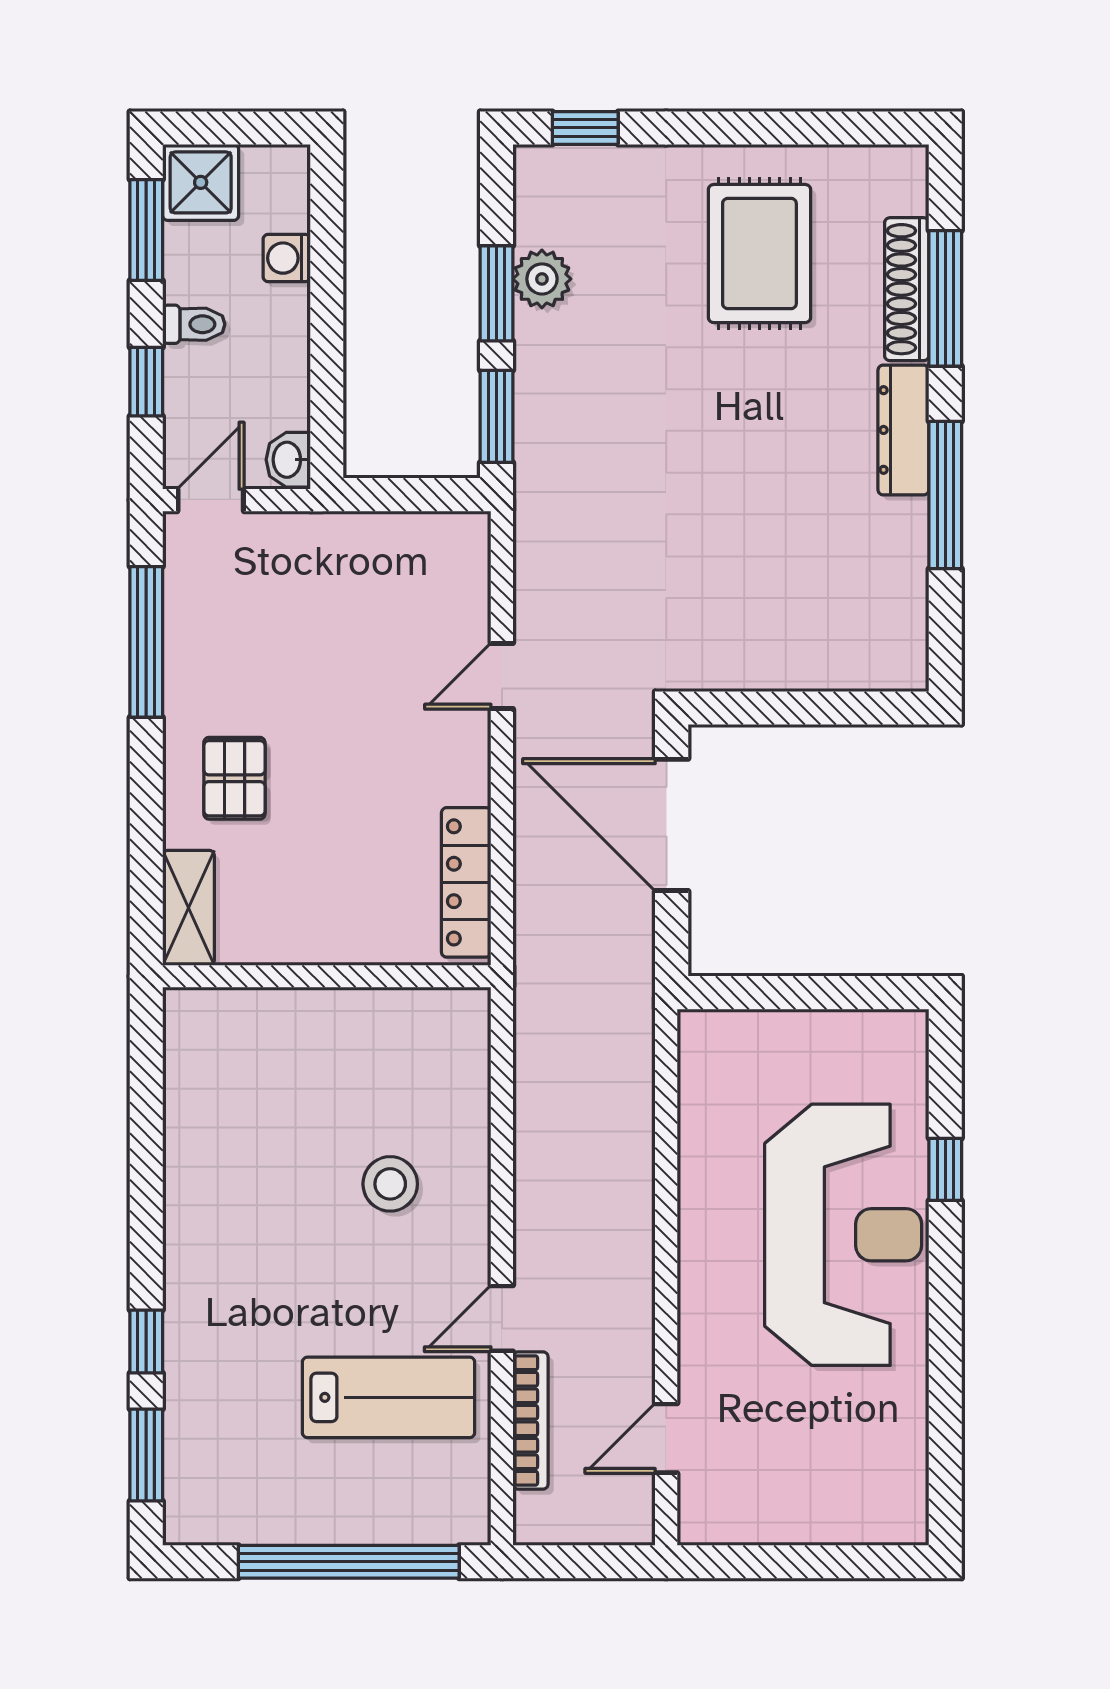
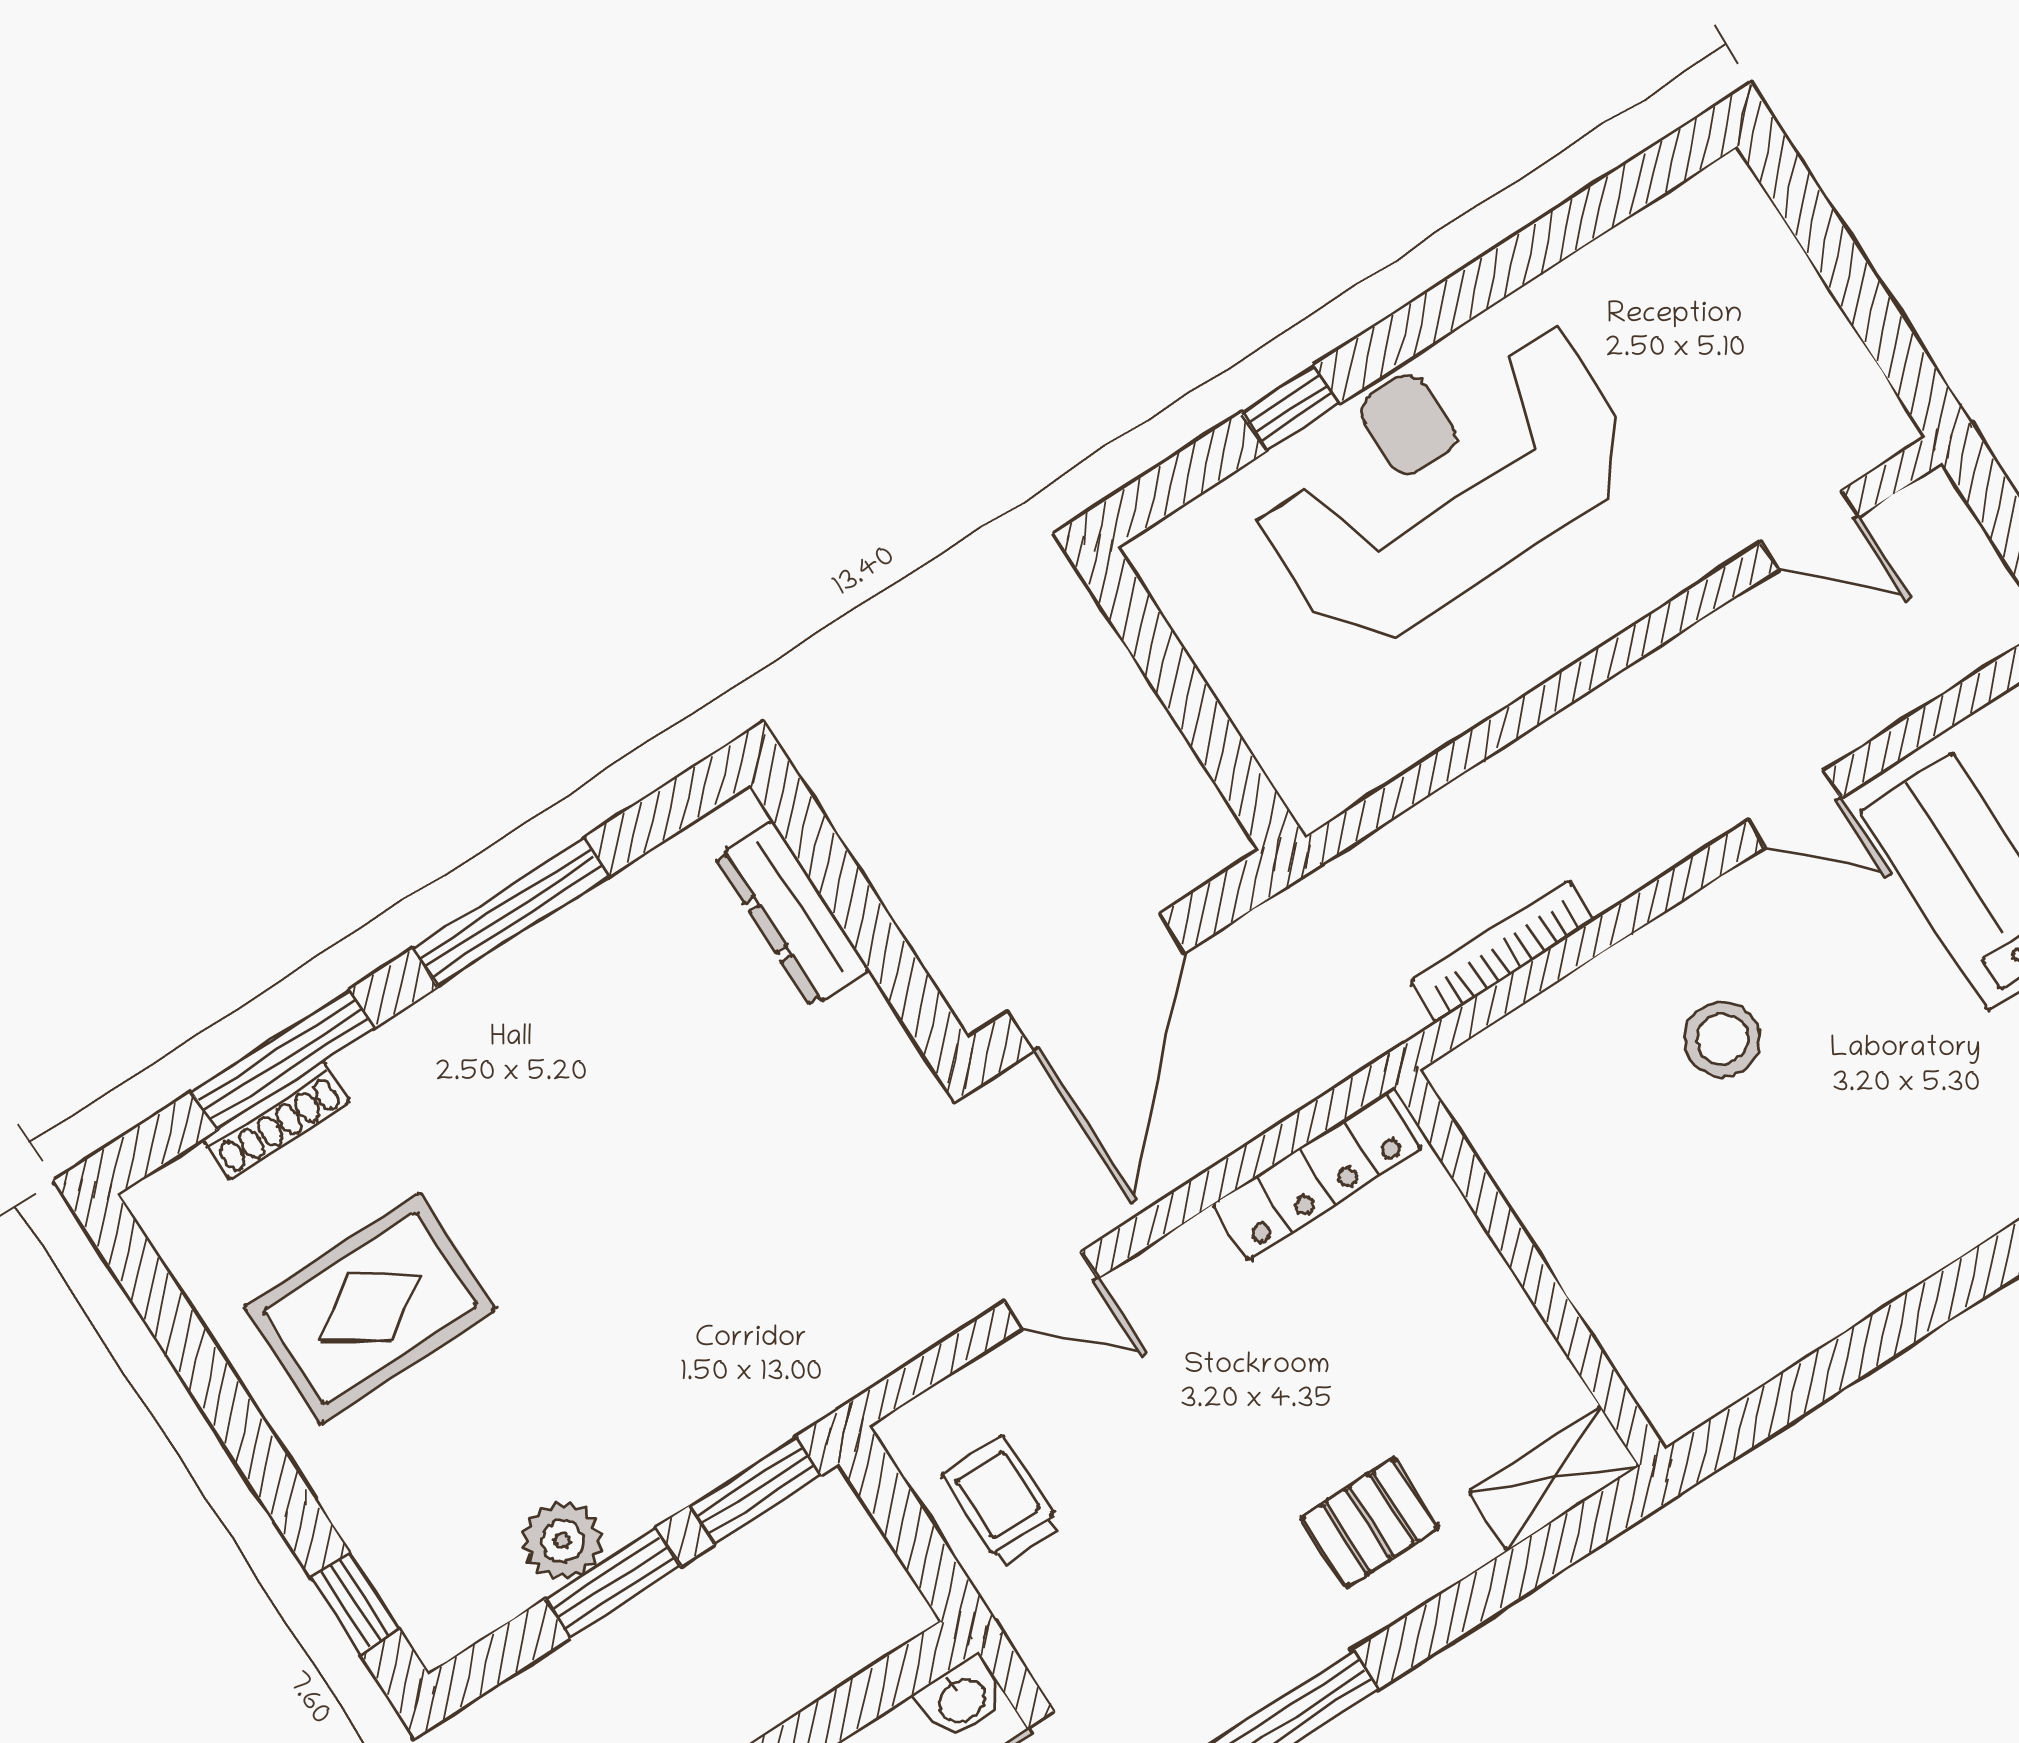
shoe rack: (907, 289) -> (276, 1120), width x0.74, depth x0.81
dresser: (903, 430) -> (792, 914), moved, turned 90
trolley: (393, 563) -> (1002, 1501), added
bookcase: (530, 1420) -> (1503, 951), moved

